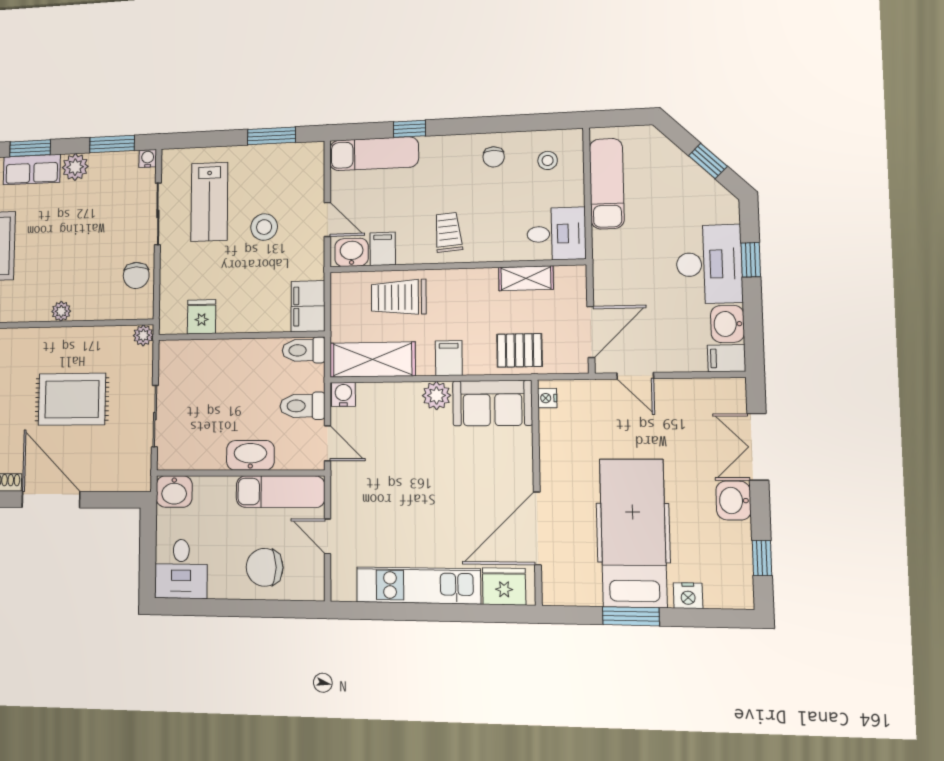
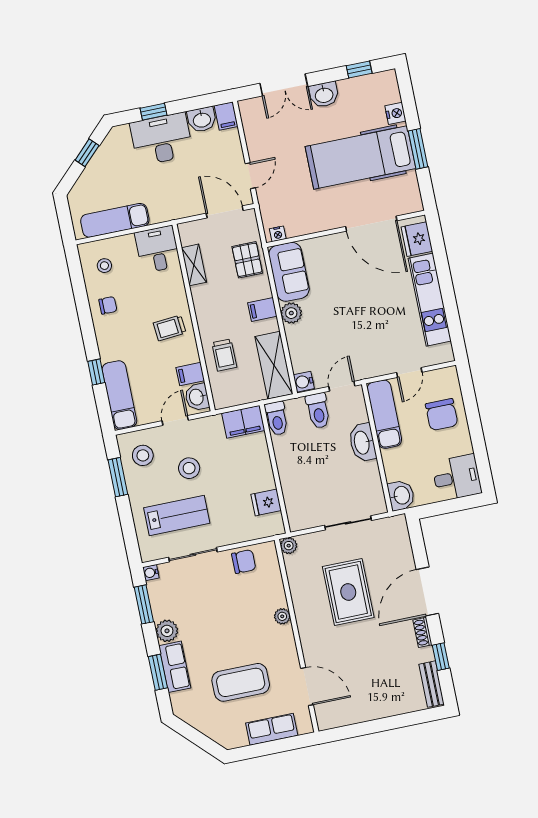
stool: (292, 171) -> (143, 455), added
trolley: (399, 297) -> (224, 355), width x0.73, depth x0.72

